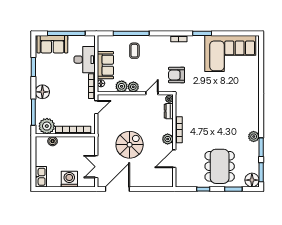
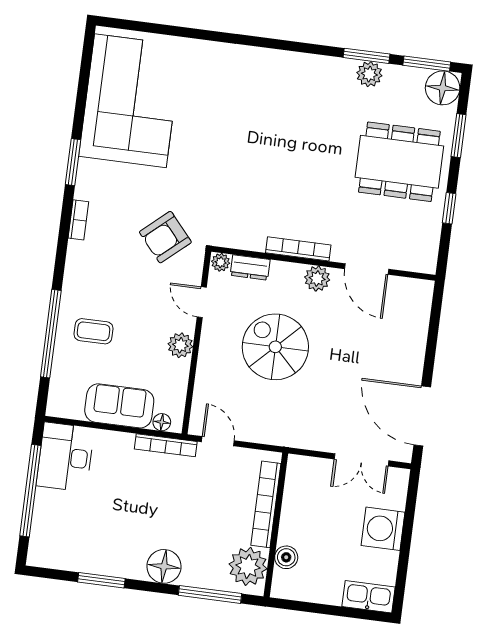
sofa: (52, 44) -> (52, 527), removed
desk: (85, 60) -> (65, 457), moved, turned -90
armchair: (177, 75) -> (165, 237), turned 49
plant: (122, 86) -> (175, 373), removed
plant: (254, 137) -> (369, 74), moved
spiral stairs: (130, 145) -> (275, 347), moved

